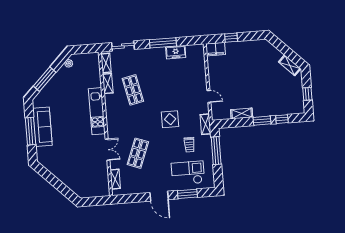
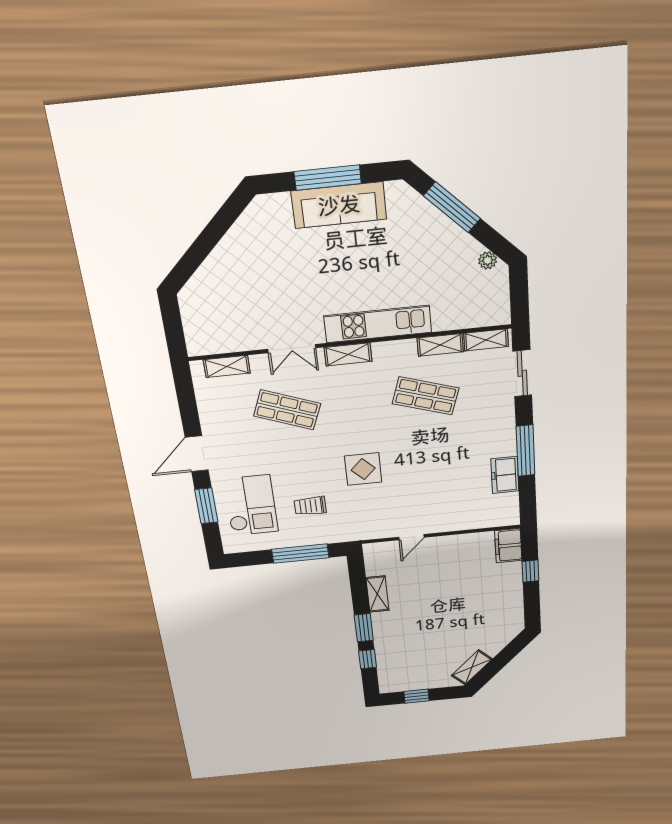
shop shelf: (133, 90) -> (426, 396), turned 30
shelving: (205, 124) -> (348, 354), moved

